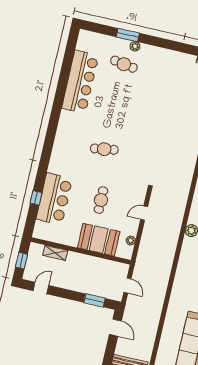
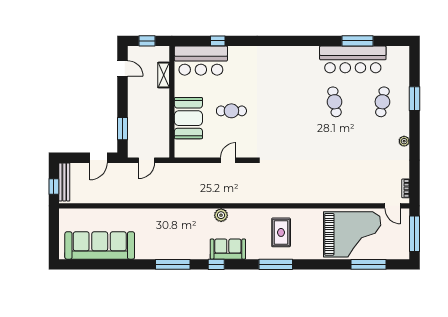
plant: (135, 46) -> (404, 141), moved
window: (65, 74) -> (358, 41), added
cafe table: (104, 149) -> (335, 102), moved
bar counter: (54, 199) -> (201, 61), moved
door: (144, 213) -> (228, 160), hinge flipped
plant: (131, 241) -> (195, 153), removed

